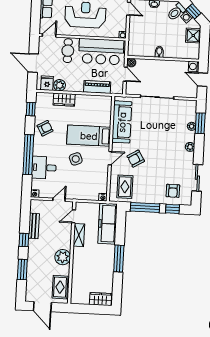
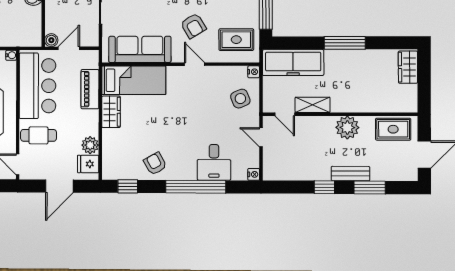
wardrobe: (64, 100) -> (111, 112), moved
bed: (89, 136) -> (134, 80), moved, turned -90
side table: (76, 159) -> (240, 99), moved
bench: (34, 226) -> (350, 174), moved

